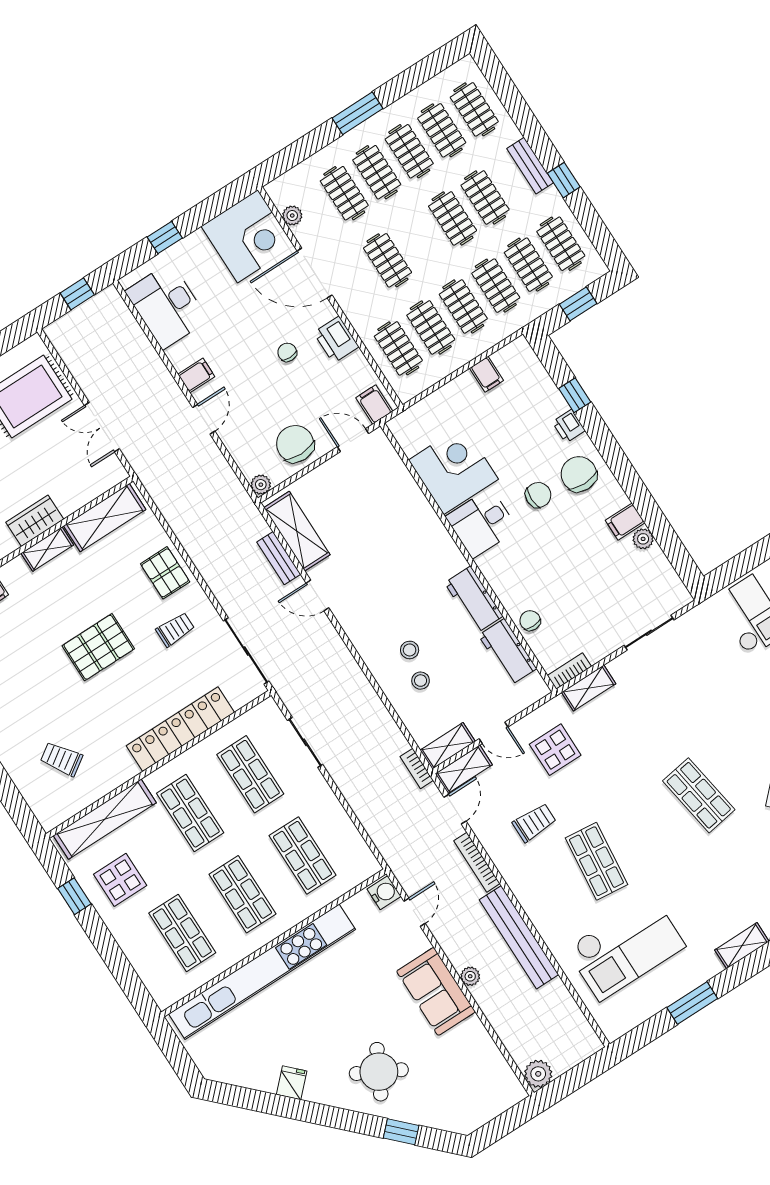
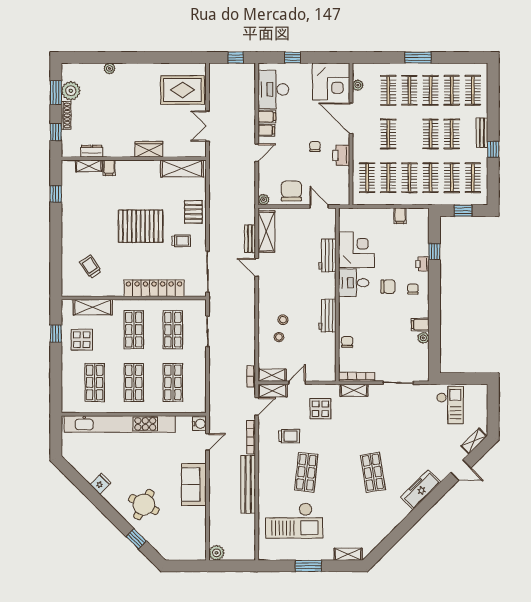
filing cabinet: (374, 404) -> (267, 117), moved, turned 90
chair: (579, 474) -> (413, 289), width x0.54, depth x0.54
shelving: (47, 549) -> (146, 166), removed
pallet: (98, 647) -> (141, 226), width x1.37, depth x1.41
workbench: (508, 652) -> (327, 255), moved
bookcase: (569, 671) -> (357, 377), width x1.56
door: (493, 733) -> (297, 383), swing flipped
shelving: (105, 819) -> (93, 307), width x0.68
plant: (470, 976) -> (214, 488), removed

